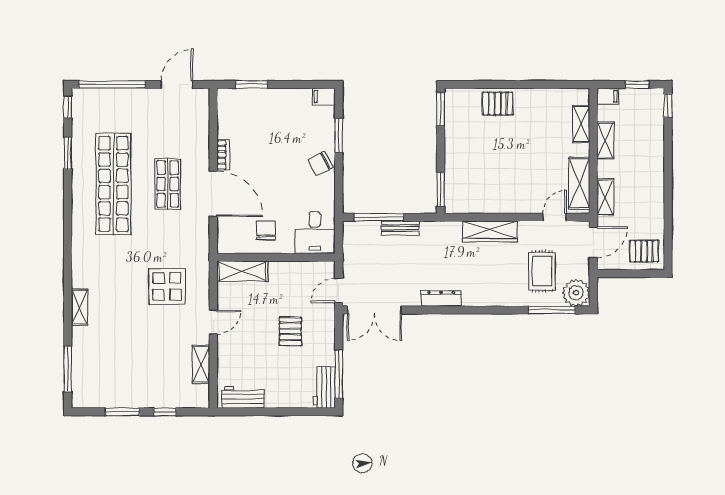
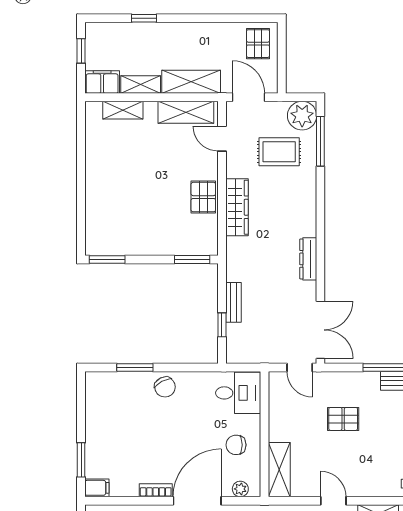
filing cabinet: (608, 96) -> (102, 82), width x2.00
filing cabinet: (324, 97) -> (97, 488), moved, turned -90
pallet: (498, 104) -> (203, 197), moved
window: (668, 106) -> (144, 18), moved
shelving: (605, 197) -> (191, 82), width x1.50, depth x1.33
window: (379, 217) -> (222, 325), width x0.46
plant: (224, 235) -> (240, 489), added

